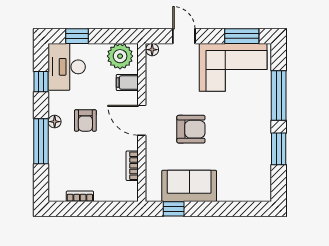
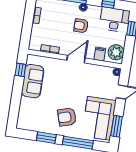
armchair: (191, 129) -> (67, 117), moved, turned 73

